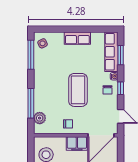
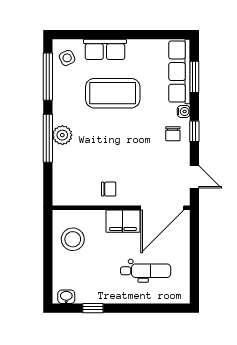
row of seats: (77, 38) -> (105, 49), moved
coffee table: (78, 90) -> (113, 93), moved, turned 90
window: (31, 103) -> (48, 138), moved
plant: (40, 118) -> (62, 135), moved

